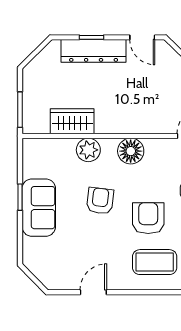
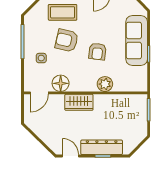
wardrobe: (72, 121) -> (79, 102), moved
floor lamp: (131, 151) -> (61, 83), moved
sofa: (39, 208) -> (137, 41), width x1.36
armchair: (148, 218) -> (67, 40), turned 103

